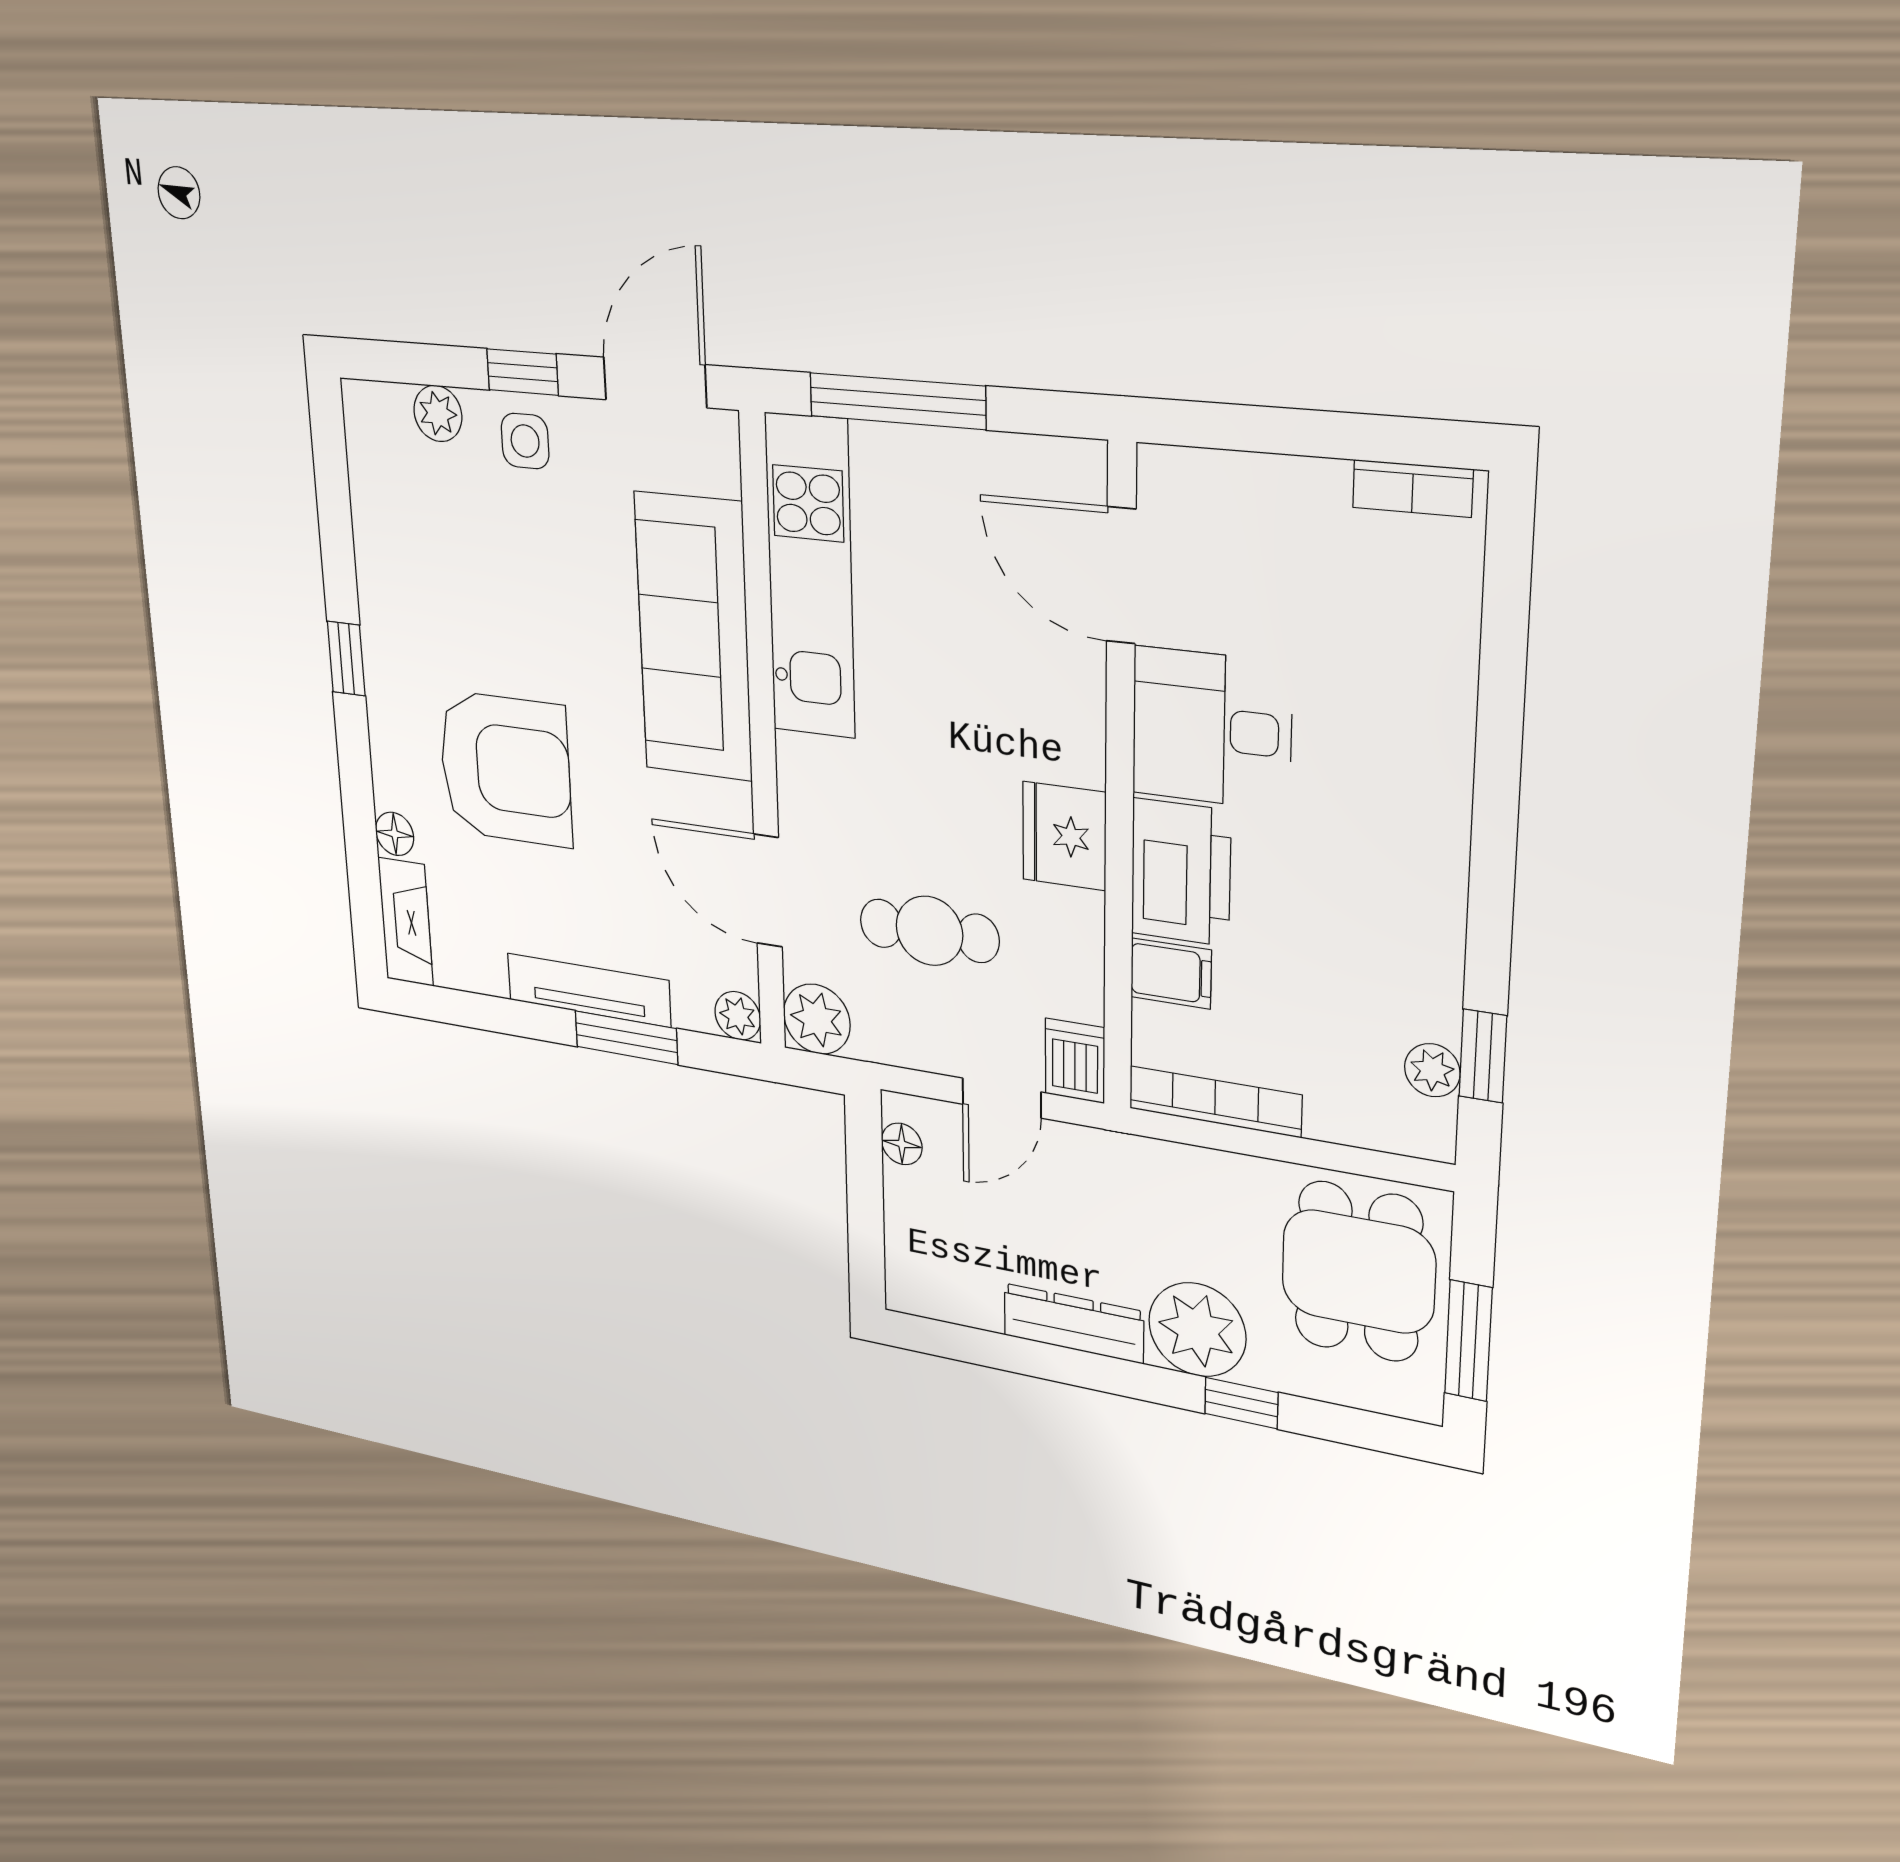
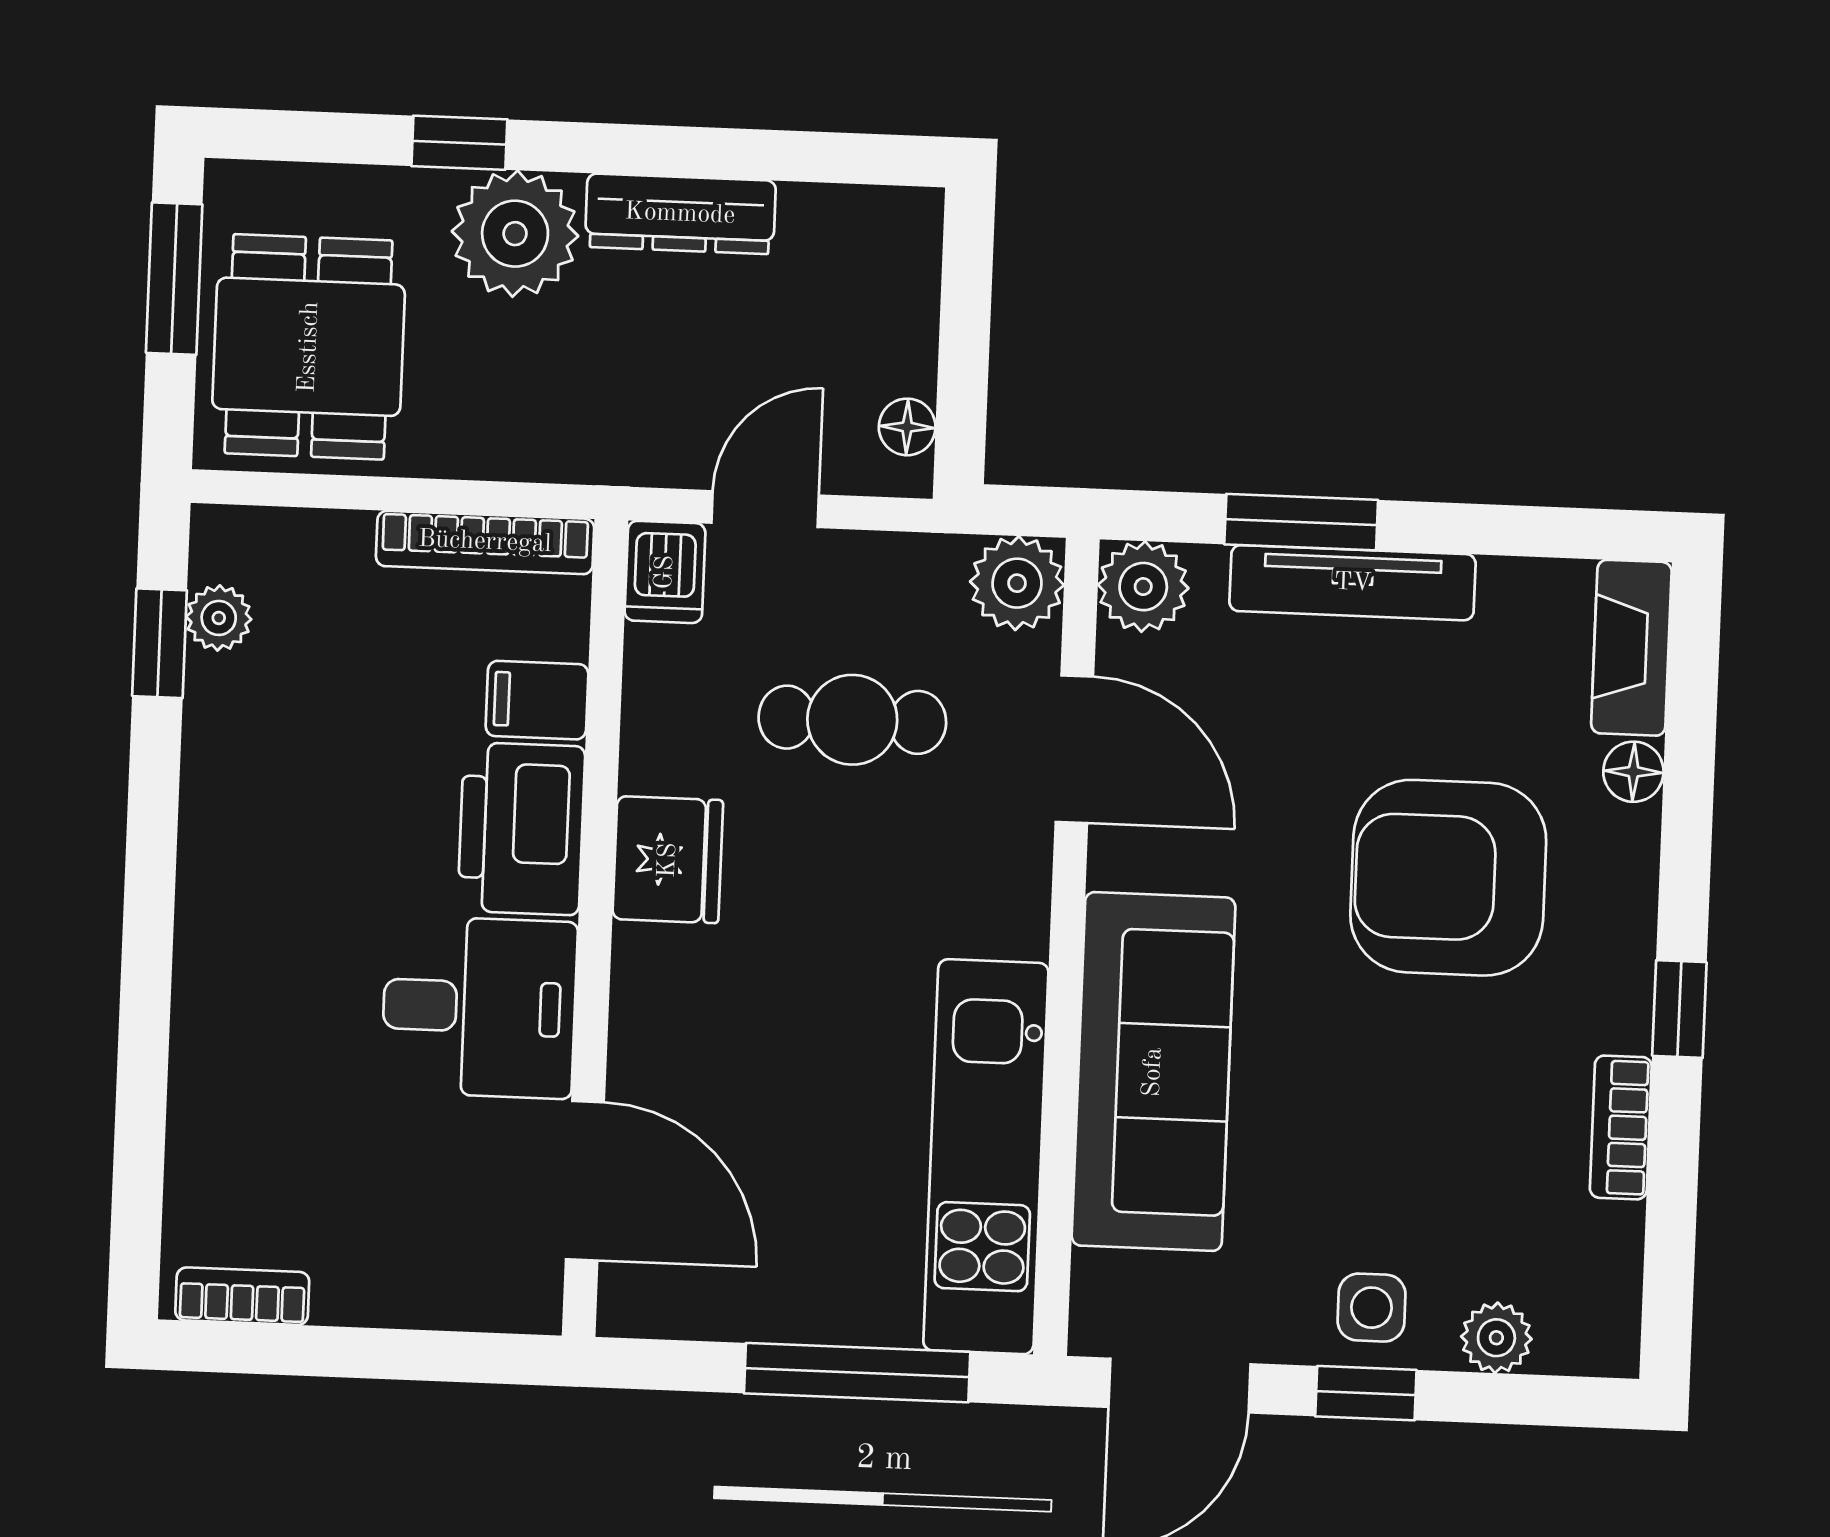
bookcase: (373, 573) -> (1621, 1127), added
plant: (738, 1016) -> (1143, 587), width x1.38, depth x1.38

